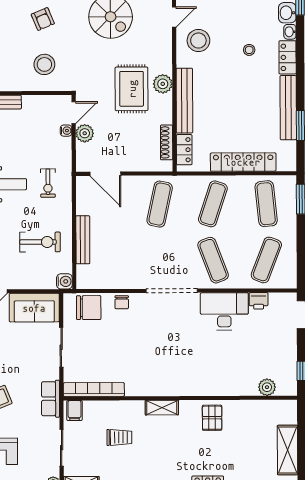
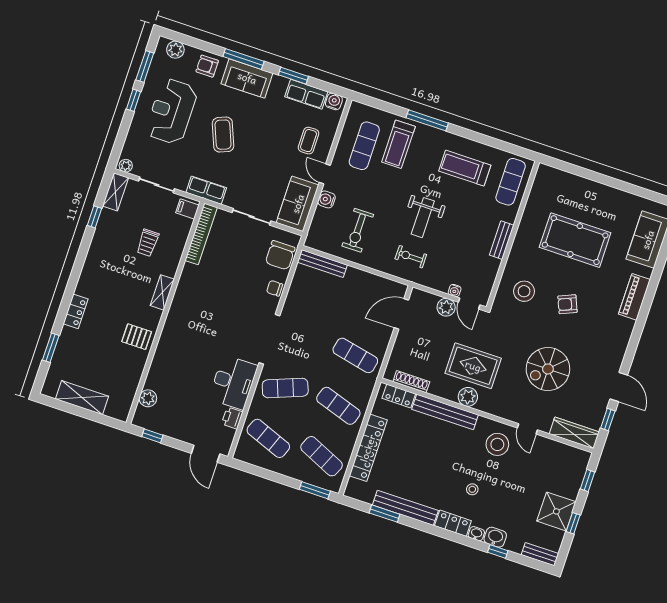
exercise mat: (266, 204) -> (322, 456), turned 30
bench: (83, 240) -> (322, 264), moved
water cooler: (64, 281) -> (326, 199), moved, turned 90

